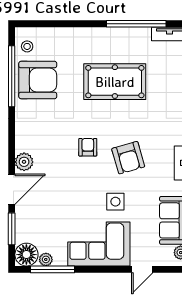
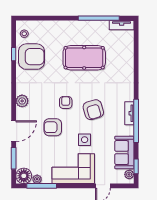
window: (12, 76) -> (14, 54), width x0.32
plant: (24, 162) -> (22, 101), moved
armchair: (69, 183) -> (53, 127), added

